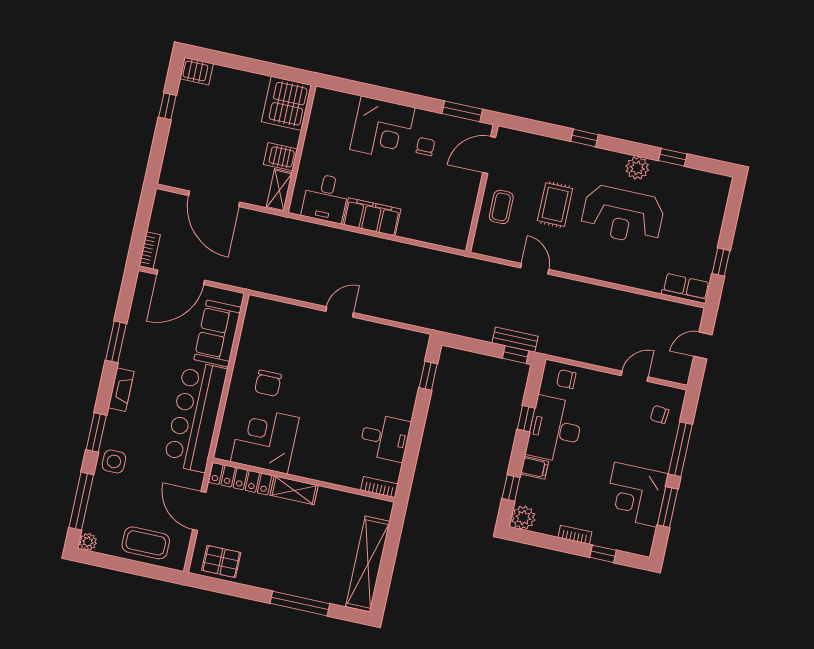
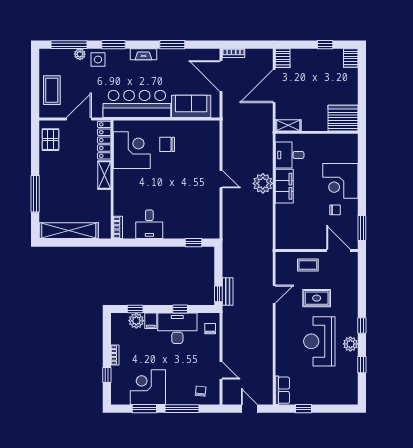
window: (585, 138) -> (362, 325), moved
server rack: (280, 157) -> (283, 58), moved, turned 180
plant: (360, 249) -> (263, 183), added
plant: (523, 518) -> (136, 321), moved
plant: (88, 542) -> (80, 54), moved

